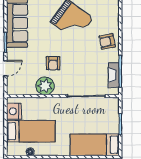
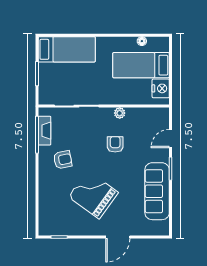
armchair: (107, 41) -> (63, 160), moved
plant: (45, 86) -> (120, 113), width x0.53, depth x0.53

